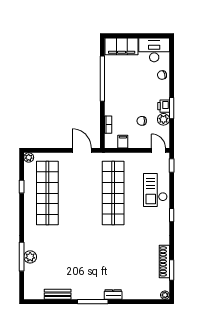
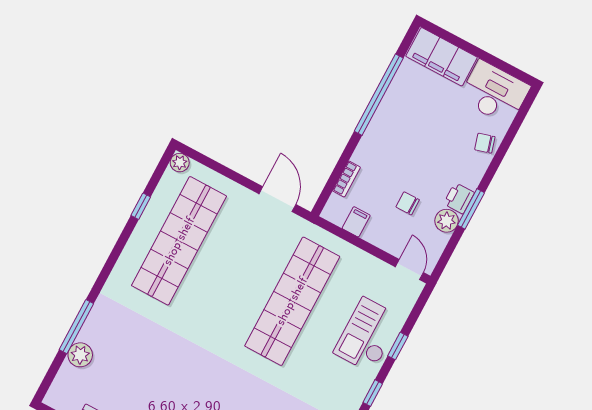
window: (172, 165) -> (398, 346), moved
plant: (30, 257) -> (80, 355), moved

